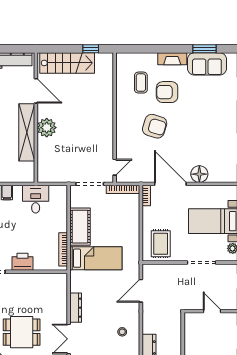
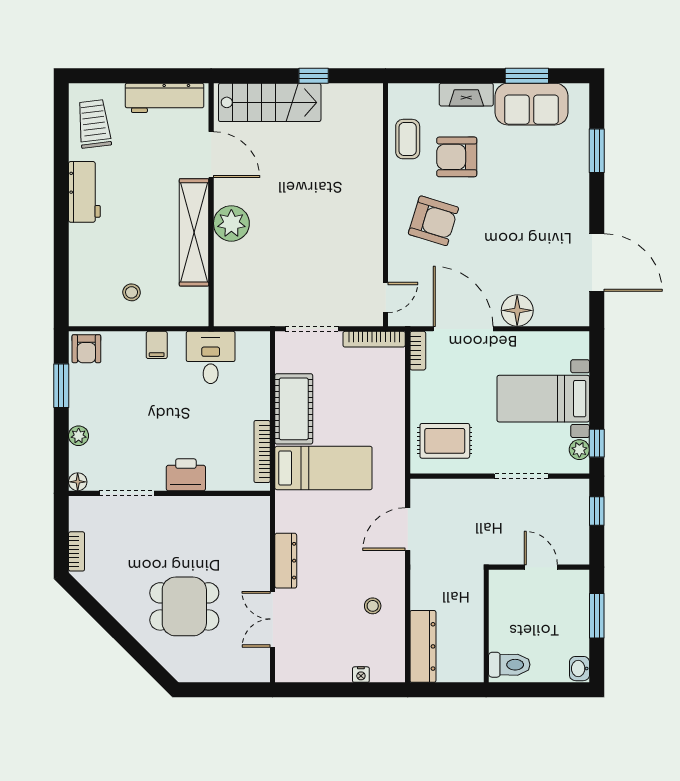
wall: (115, 118) -> (386, 205), moved
door: (115, 167) -> (386, 297), moved
rug: (161, 244) -> (445, 441), turned 90

